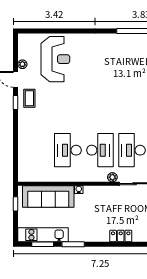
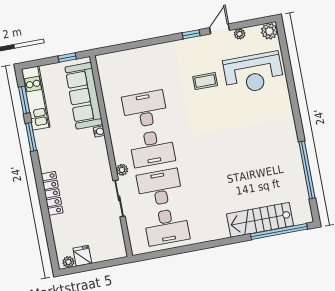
plant: (25, 40) -> (269, 31), added
coffee table: (29, 98) -> (205, 81), moved
locker: (121, 236) -> (52, 193), width x1.53

